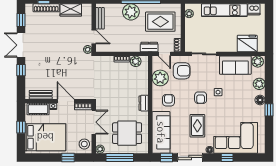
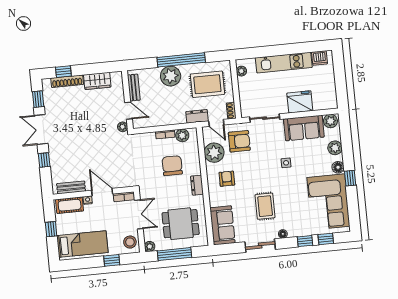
fridge: (247, 44) -> (300, 102), moved
chair: (125, 85) -> (172, 166), added
armchair: (201, 98) -> (266, 172), removed
sofa: (161, 132) -> (222, 225), width x0.73
bed: (45, 137) -> (82, 244), width x0.67
corner sofa: (236, 138) -> (328, 202), moved, turned -90
window: (167, 157) -> (326, 239), moved

